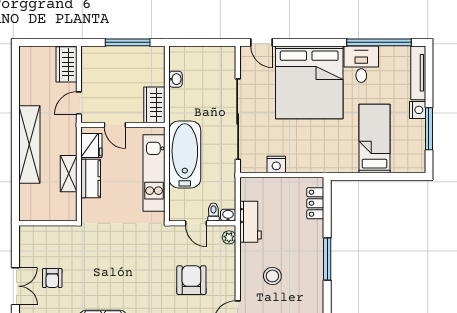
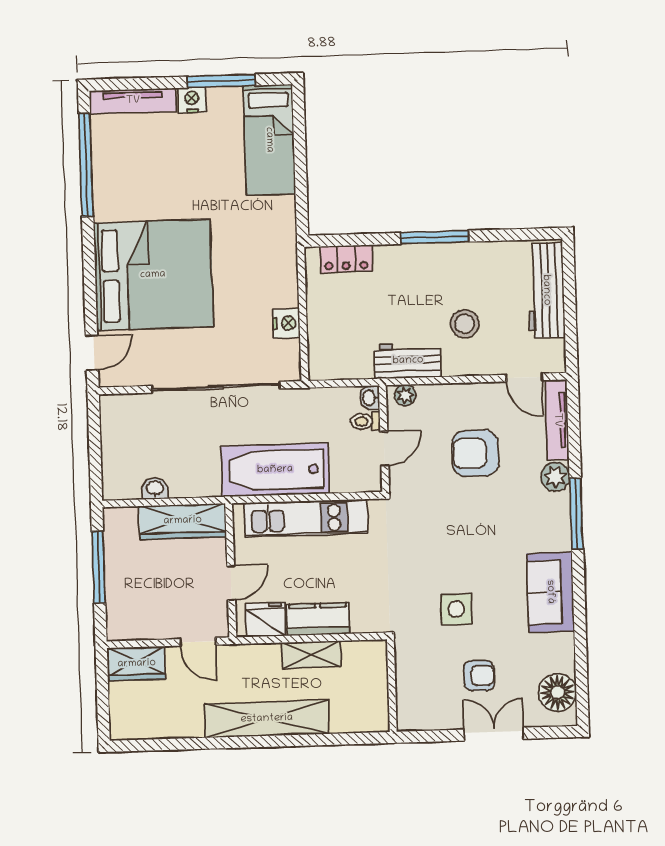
desk: (361, 64) -> (122, 193), removed
wardrobe: (154, 105) -> (183, 521), width x1.50
bed: (375, 139) -> (269, 140), moved, turned -90
workbench: (250, 222) -> (408, 361), moved
side table: (94, 265) -> (456, 609), added

